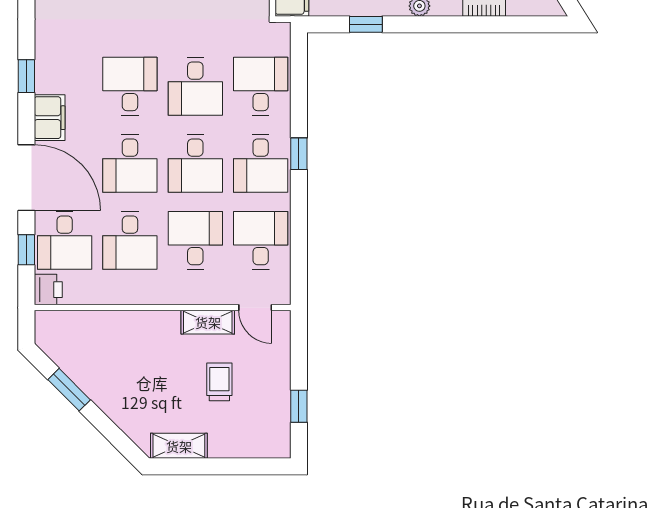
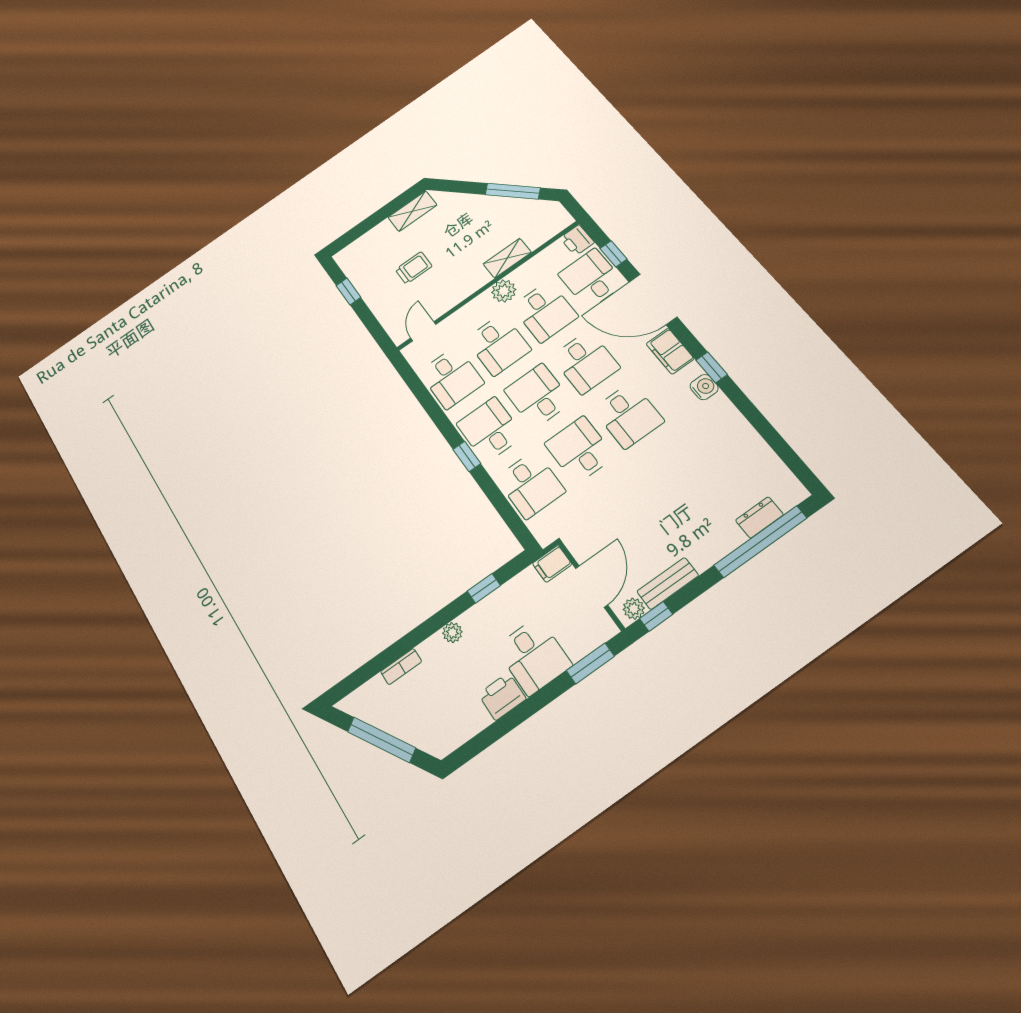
water cooler: (47, 63) -> (704, 387), added
desk: (130, 163) -> (586, 362), turned 180
desk: (130, 240) -> (545, 312), turned 180
plant: (152, 291) -> (504, 291), added
door: (255, 308) -> (423, 331), hinge flipped
shelving: (208, 322) -> (507, 258), moved
trolley: (219, 382) -> (414, 268), turned -90
window: (69, 390) -> (513, 191), width x1.44

